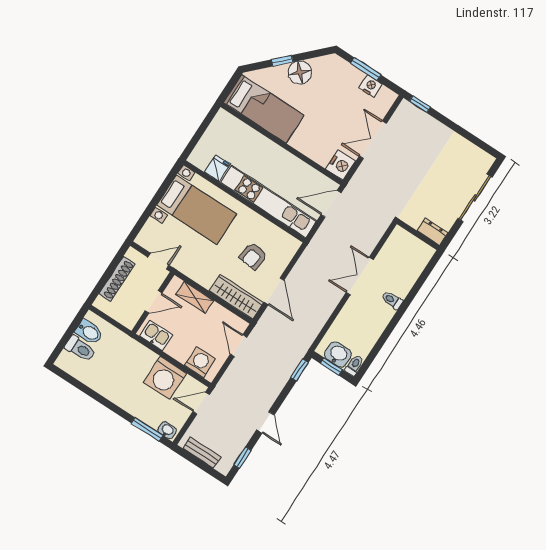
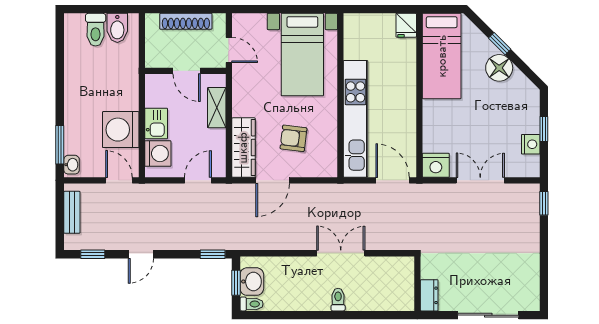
window: (366, 69) -> (544, 129), width x0.67
fridge: (217, 168) -> (406, 25), moved, turned 90
kitchen sink: (156, 335) -> (156, 123), moved

